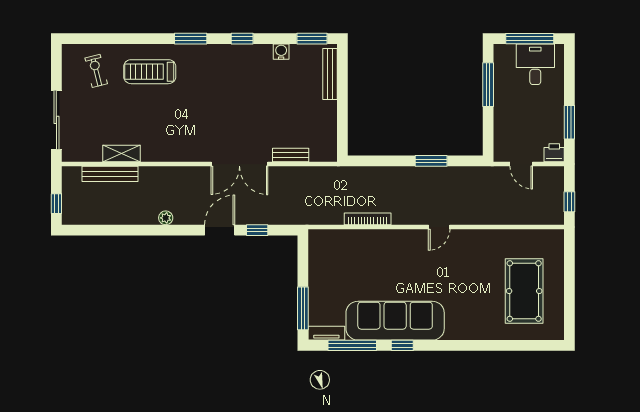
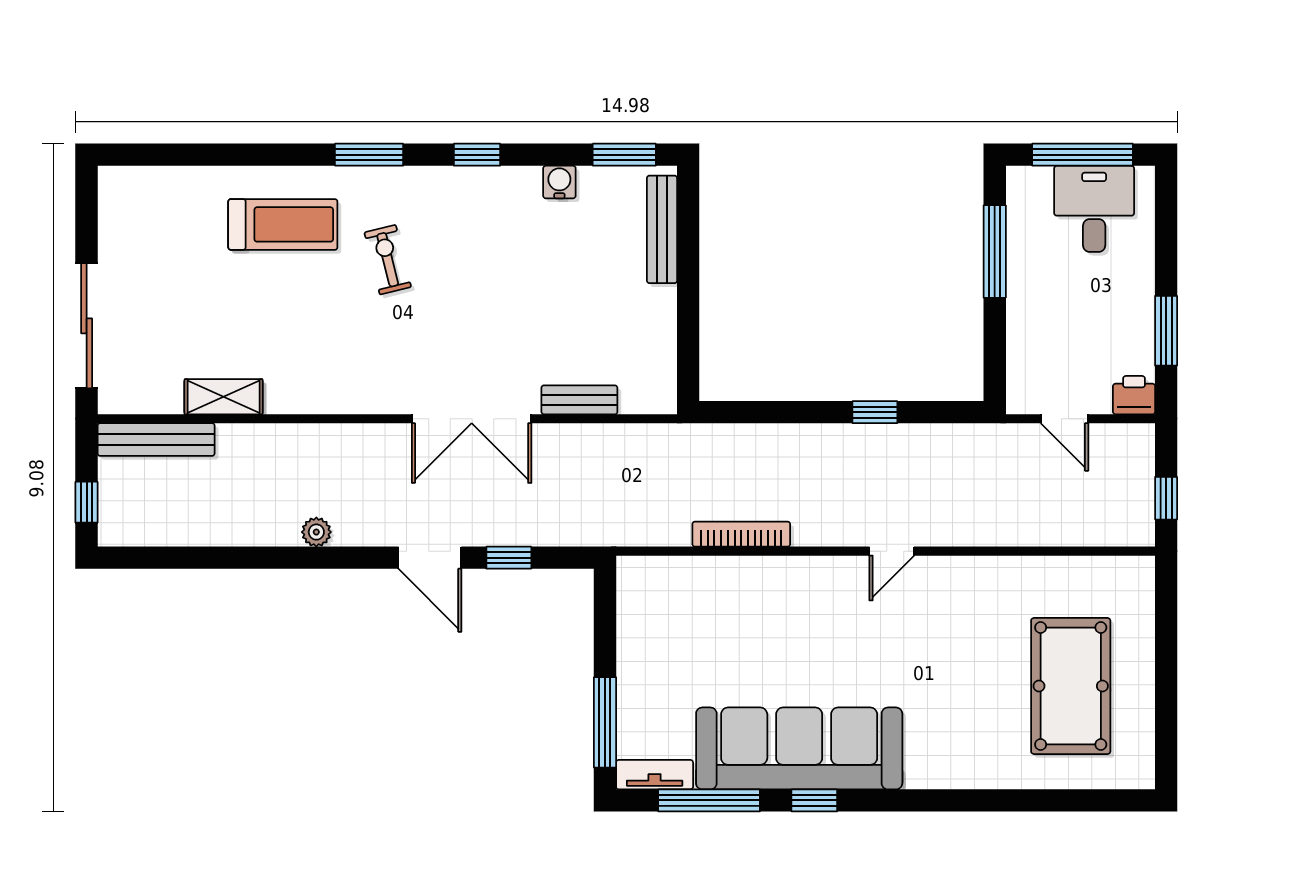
exercise bike: (96, 71) -> (388, 260), moved
treadmill: (150, 72) -> (283, 224), turned 180
window: (431, 161) -> (875, 412), width x0.67
bench: (110, 174) -> (156, 440), moved
door: (220, 230) -> (430, 558), swing flipped

